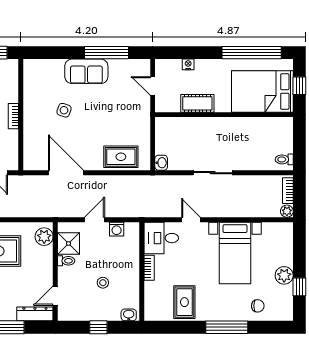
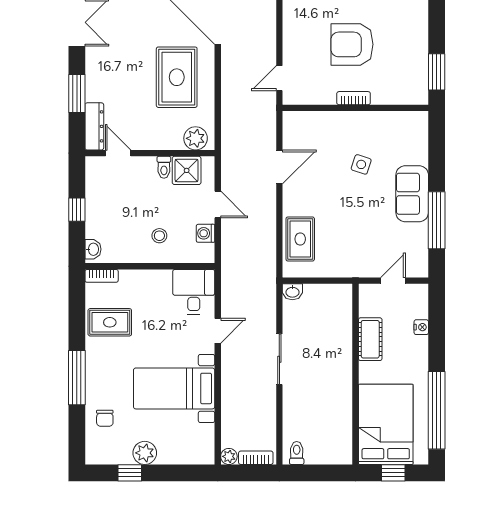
door: (66, 173) -> (279, 167), width x0.73
bookcase: (149, 268) -> (102, 276), moved
stool: (103, 283) -> (159, 236), moved

